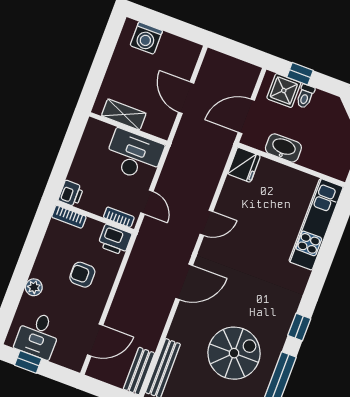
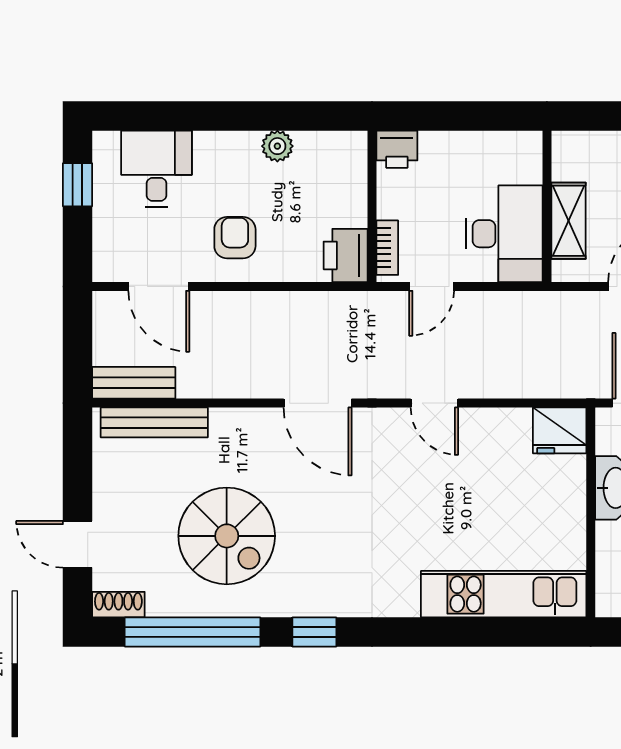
shelving: (124, 114) -> (568, 221), moved
bookcase: (69, 217) -> (355, 161), removed
armchair: (82, 275) -> (235, 238), moved
plant: (34, 287) -> (277, 146), moved
desk: (38, 335) -> (156, 169), moved, turned 90

